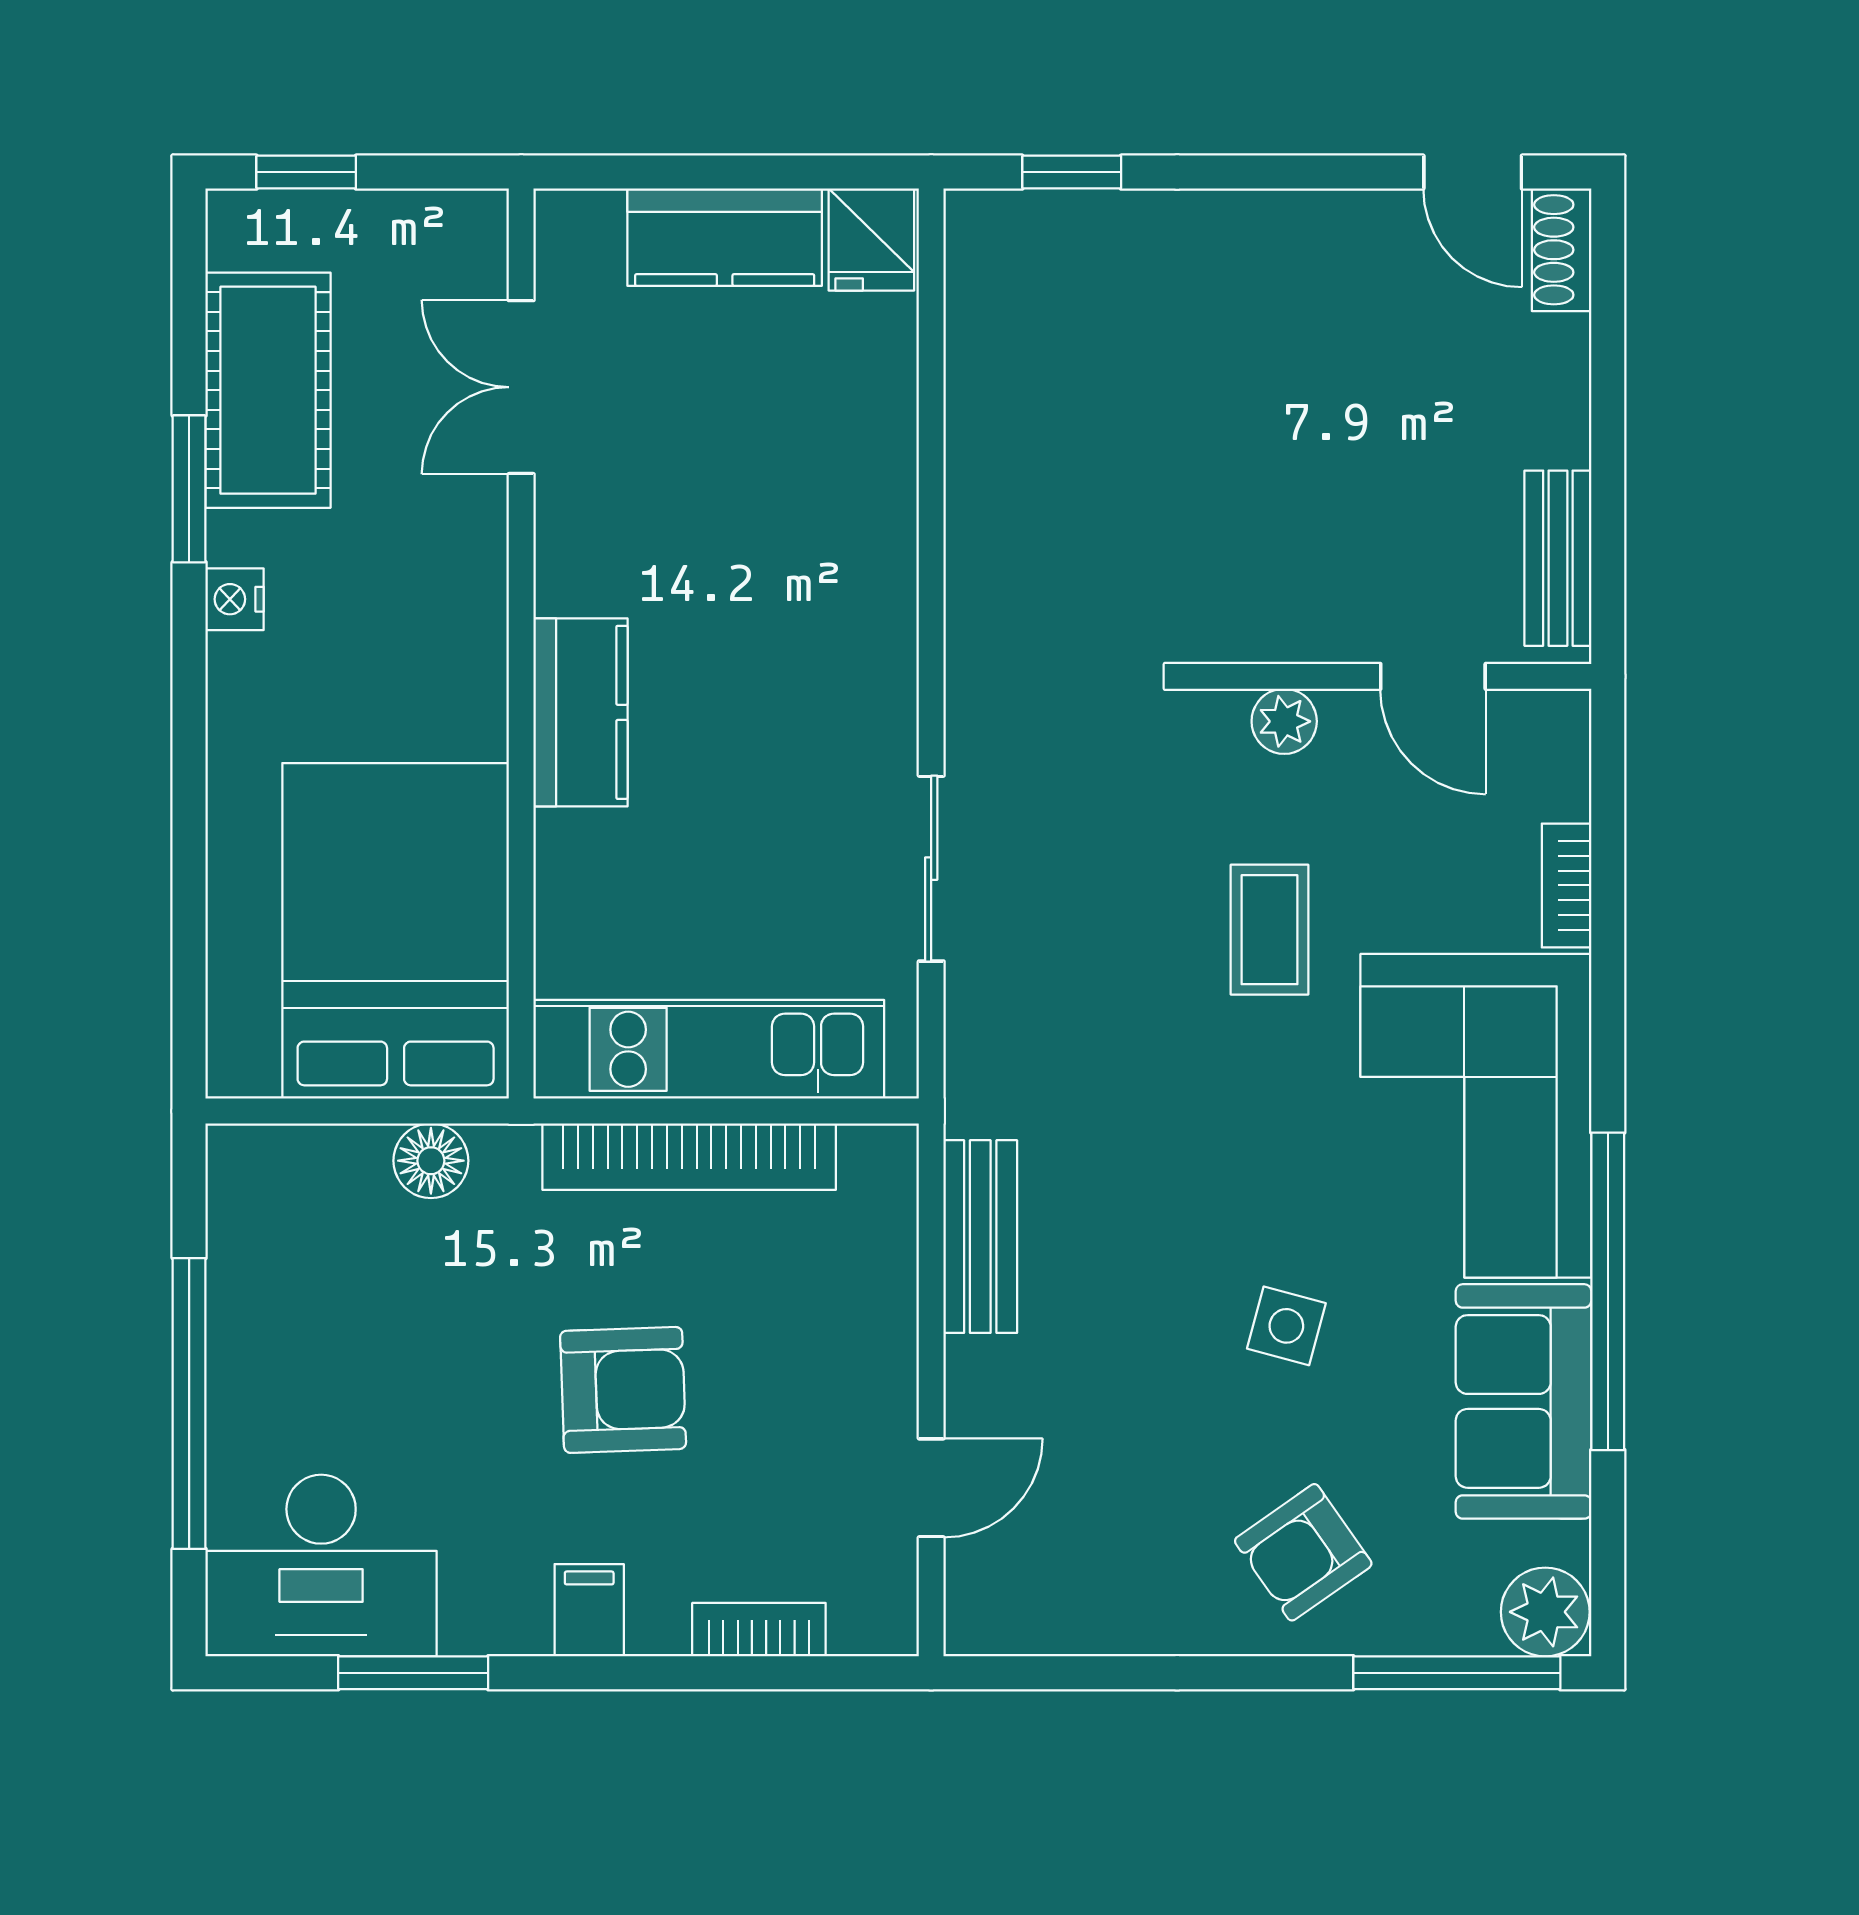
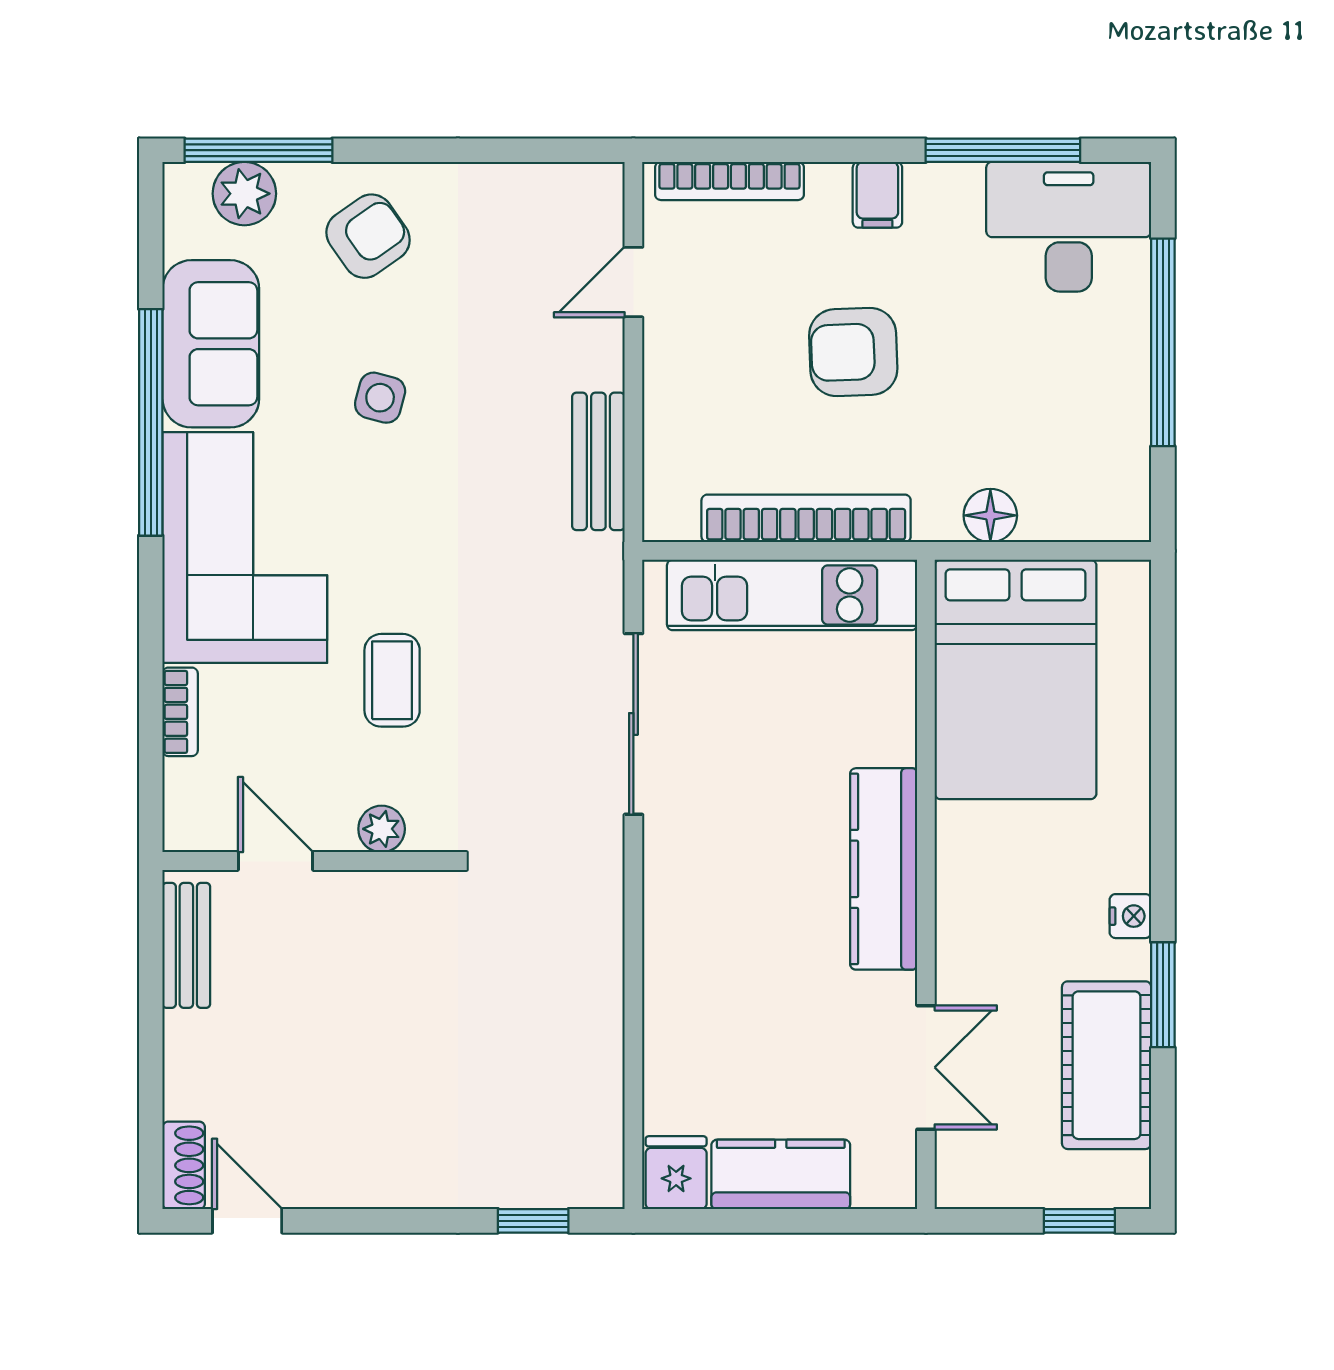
kitchen counter: (581, 712) -> (884, 869), width x1.50
sliding door: (931, 869) -> (633, 724), width x1.37
plant: (1545, 1612) -> (244, 194), moved
bookcase: (759, 1630) -> (729, 181), width x1.56
window: (413, 1673) -> (1003, 150), width x1.44

